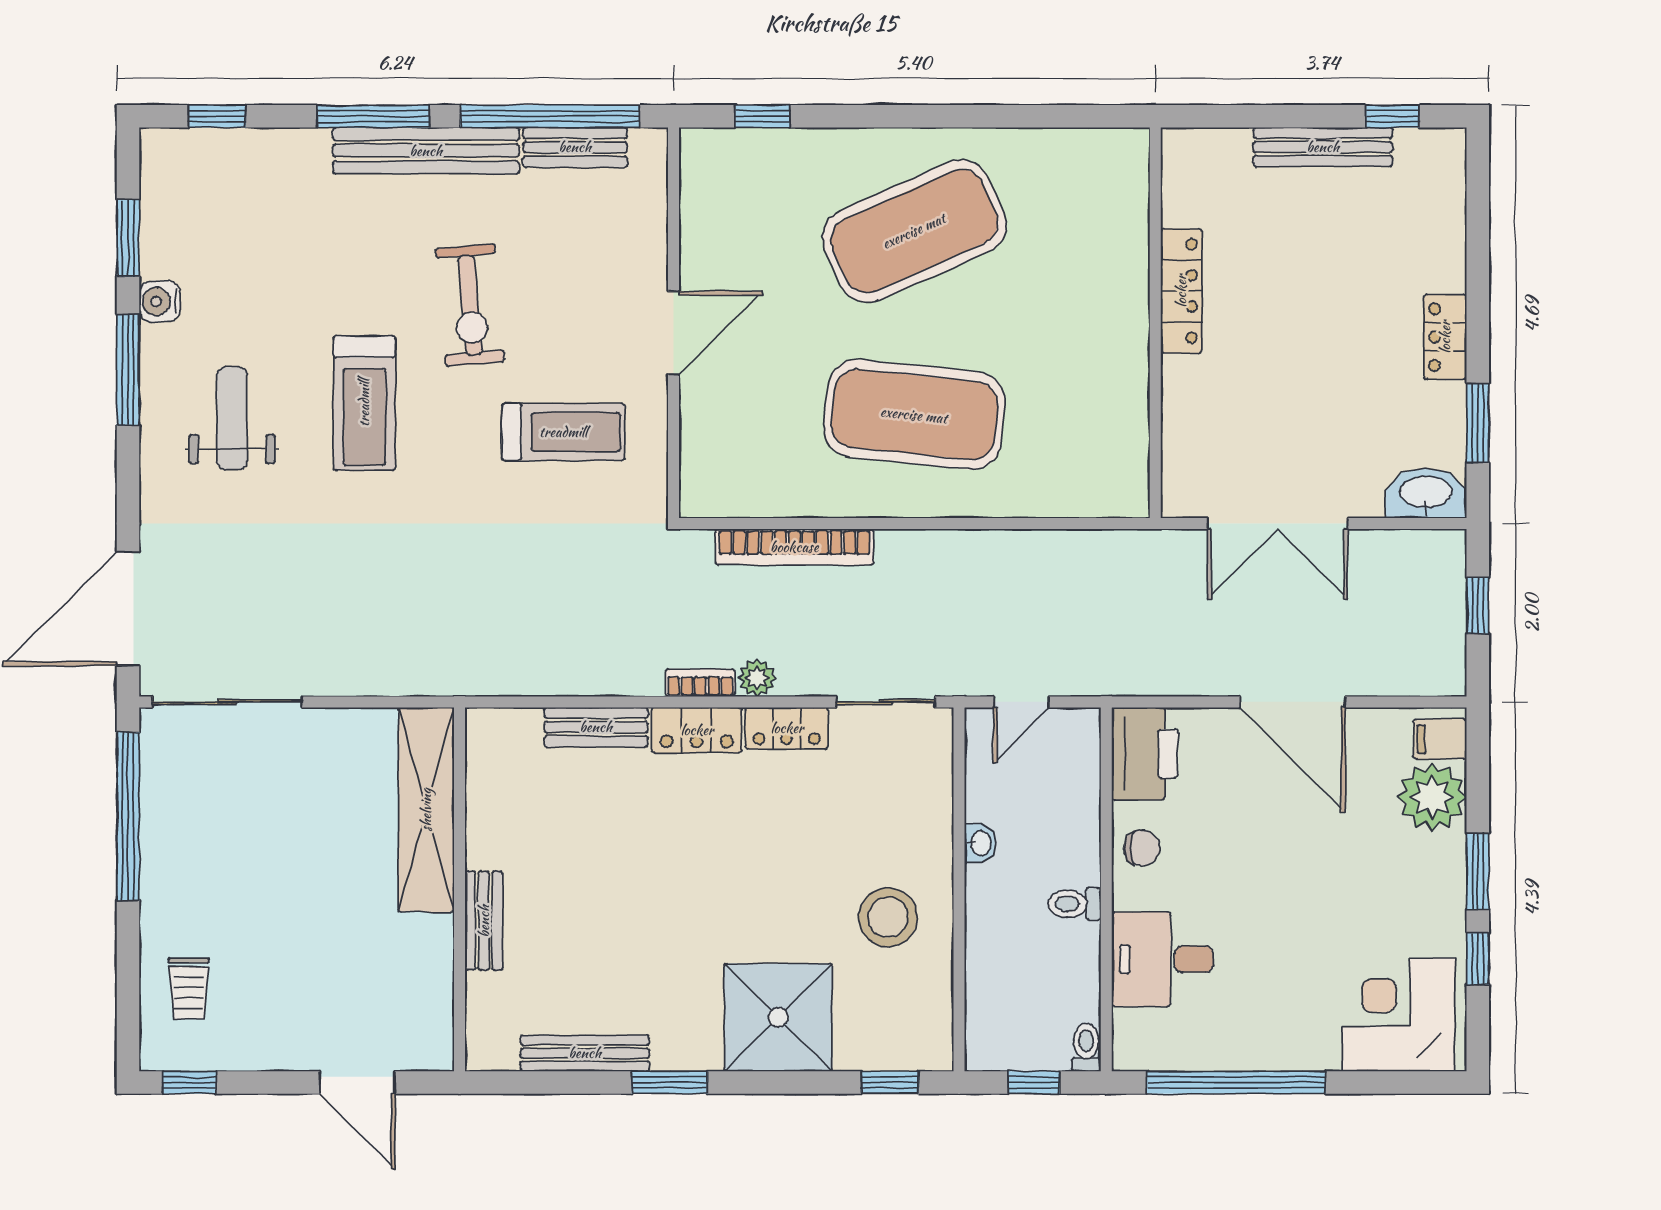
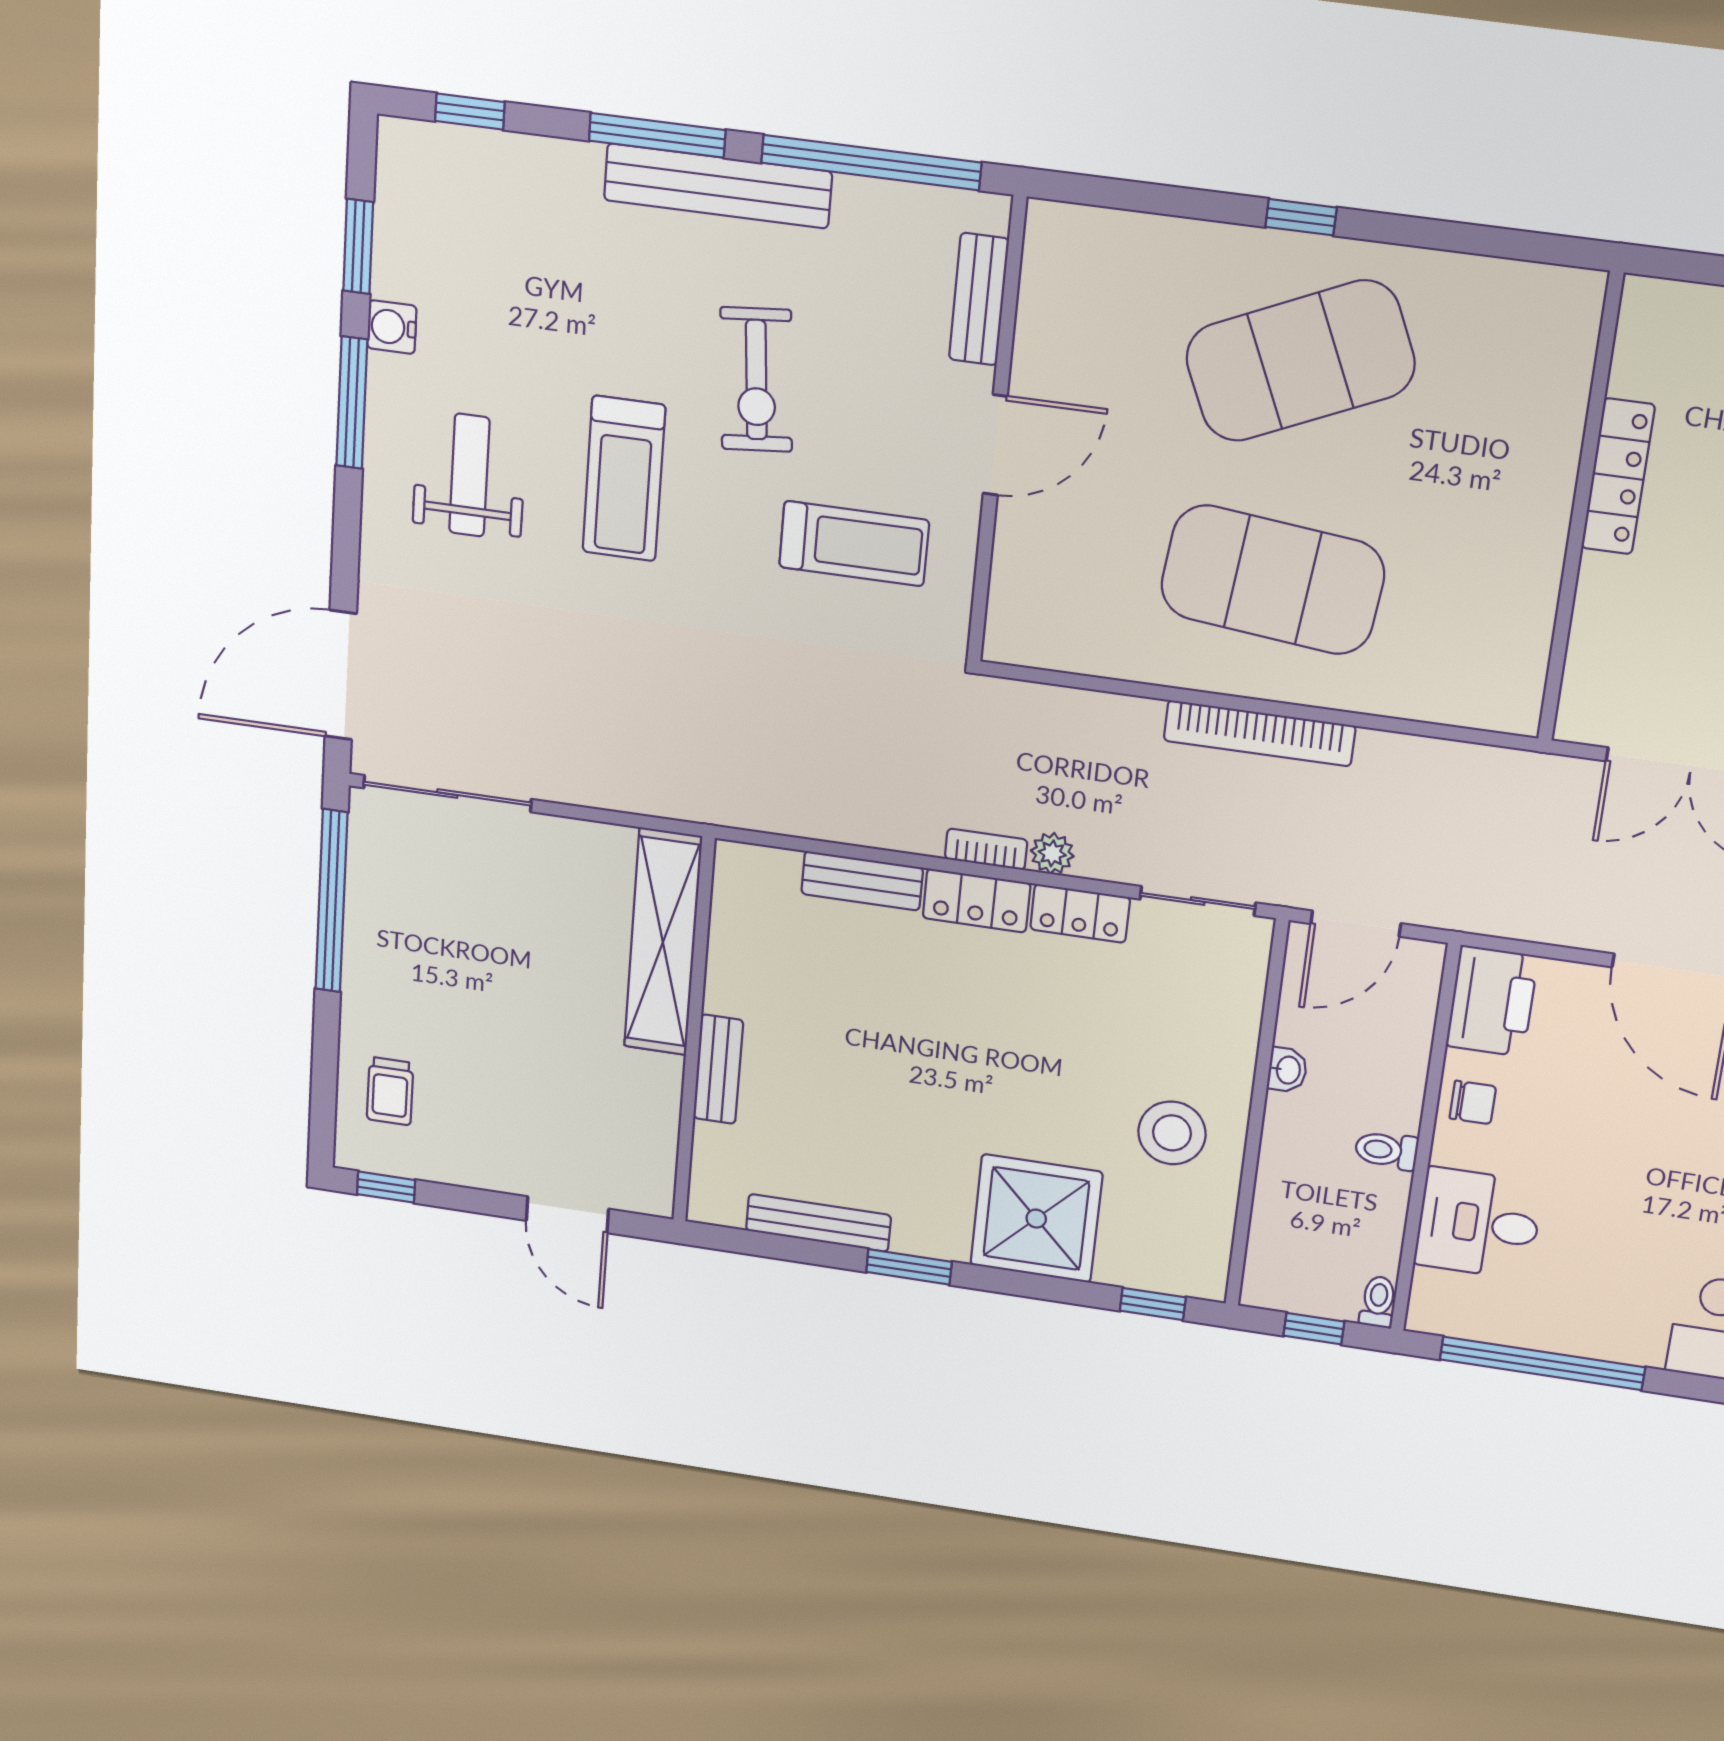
window: (762, 116) -> (1301, 217), moved
bench: (575, 147) -> (979, 299), moved, turned 90
bookcase: (794, 547) -> (1259, 733), moved
door: (1021, 702) -> (1356, 924), width x1.38

